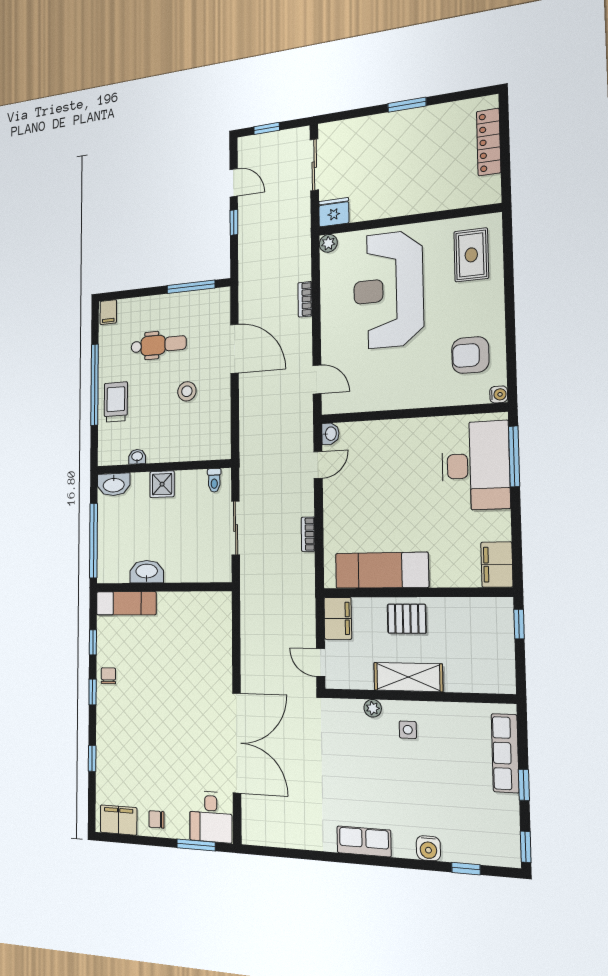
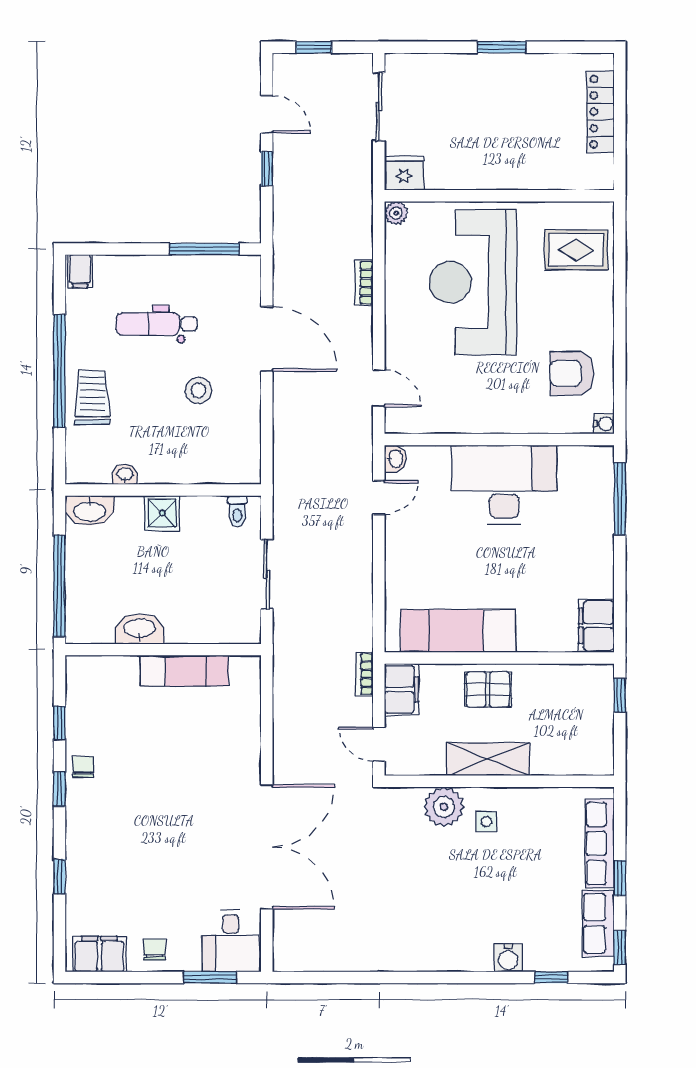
rug: (471, 255) -> (576, 250), turned 90
dental chair: (159, 345) -> (157, 324), turned 180
desk: (476, 466) -> (504, 485), moved, turned -90
bookcase: (308, 534) -> (365, 674), moved
exam couch: (126, 603) -> (184, 671), moved
plant: (373, 708) -> (444, 807), width x1.88, depth x1.88
chair: (157, 819) -> (155, 949), turned 90
row of seats: (364, 841) -> (598, 923), moved, turned -90

